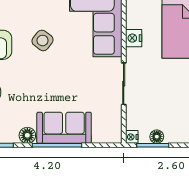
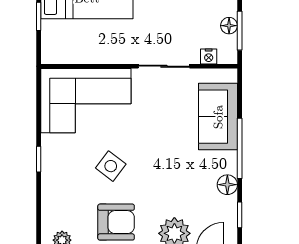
nightstand: (134, 38) -> (108, 54), removed
sofa: (64, 128) -> (218, 117), moved
nightstand: (132, 137) -> (209, 56), moved

